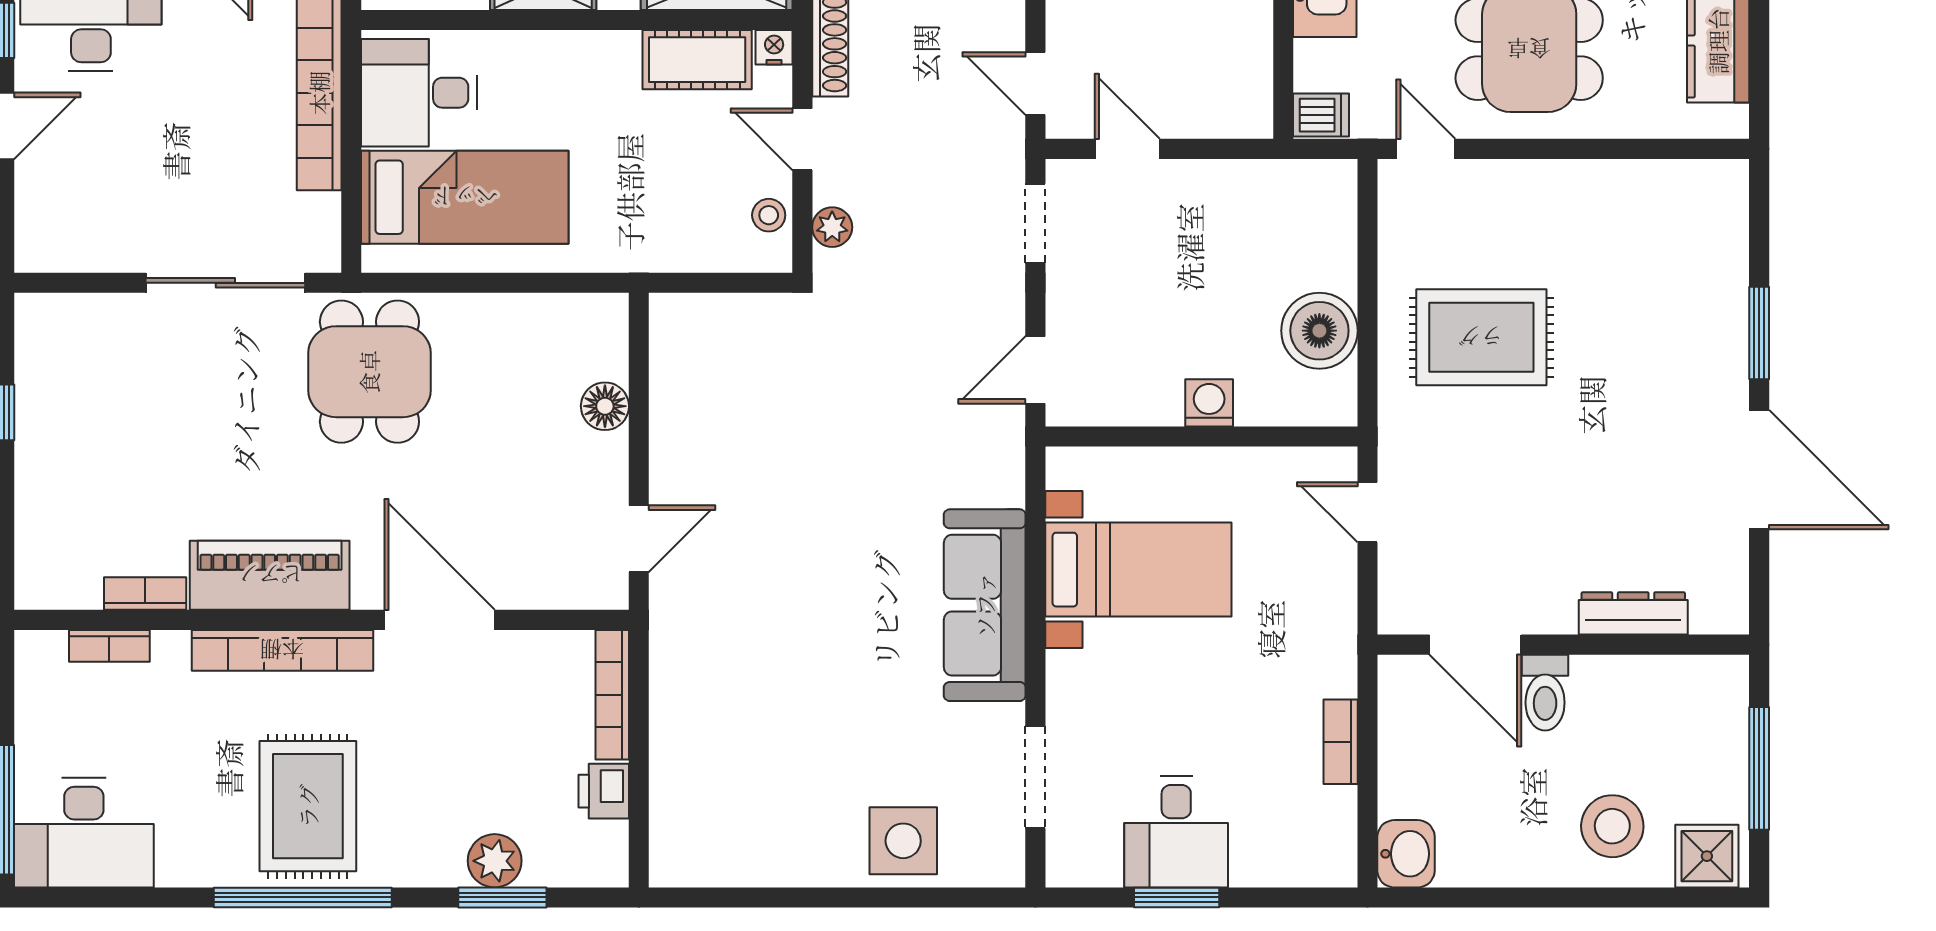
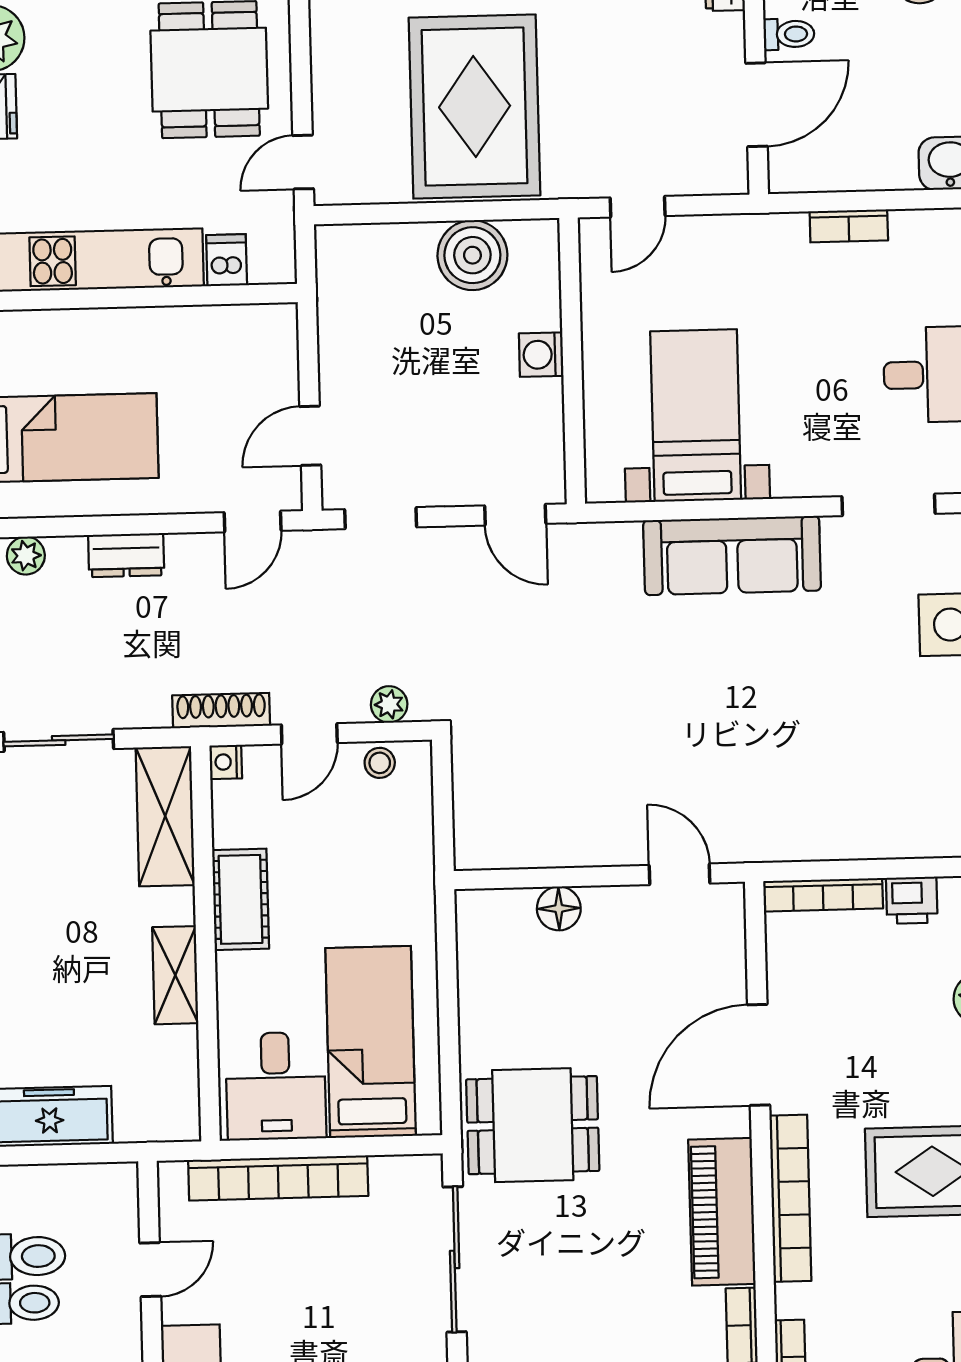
cot: (697, 60) -> (241, 899), moved
dishwasher: (1321, 115) -> (227, 260), moved
rug: (1481, 337) -> (475, 107), width x1.37, depth x1.44
toilet: (1545, 693) -> (789, 34), width x0.73, depth x0.72

